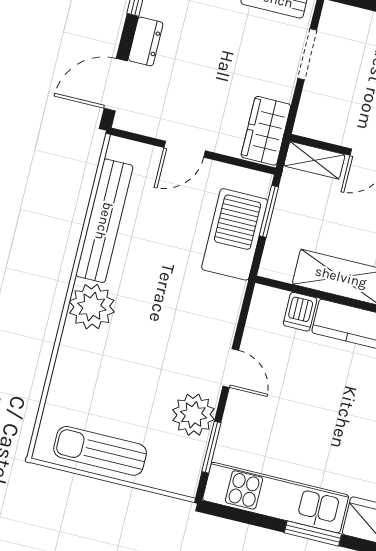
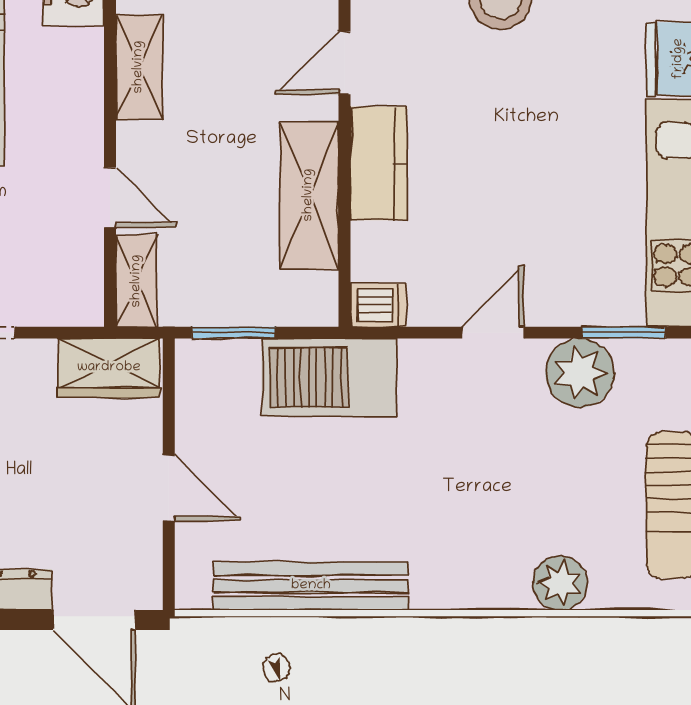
barbecue: (235, 234) -> (329, 377), moved
plant: (92, 307) -> (560, 583), moved, width x0.73, depth x0.73
dishwasher: (300, 312) -> (378, 305), moved

